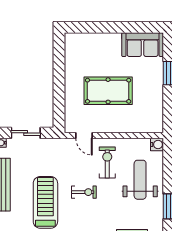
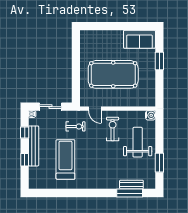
pool table: (108, 91) -> (113, 74), width x1.36, depth x1.32
exercise bike: (84, 192) -> (76, 126), moved

